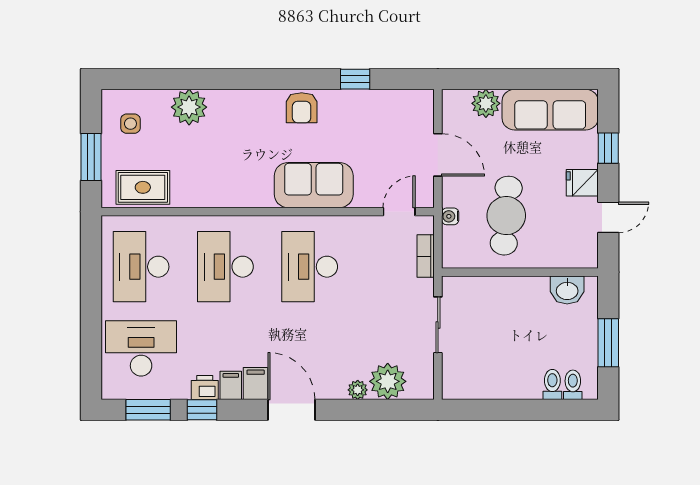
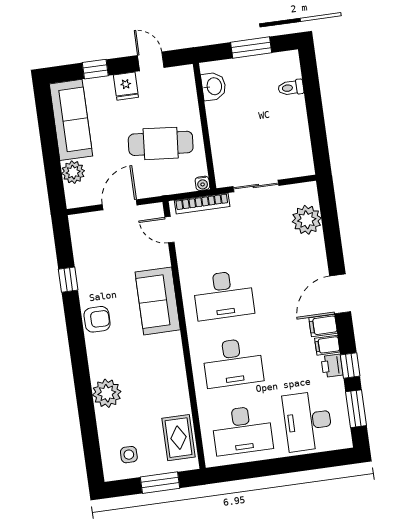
plant: (189, 107) -> (107, 393), moved
water cooler: (450, 216) -> (202, 183), moved
bookcase: (426, 256) -> (202, 203), width x1.56
toilet: (573, 385) -> (289, 71), removed
plant: (358, 390) -> (317, 243), removed

